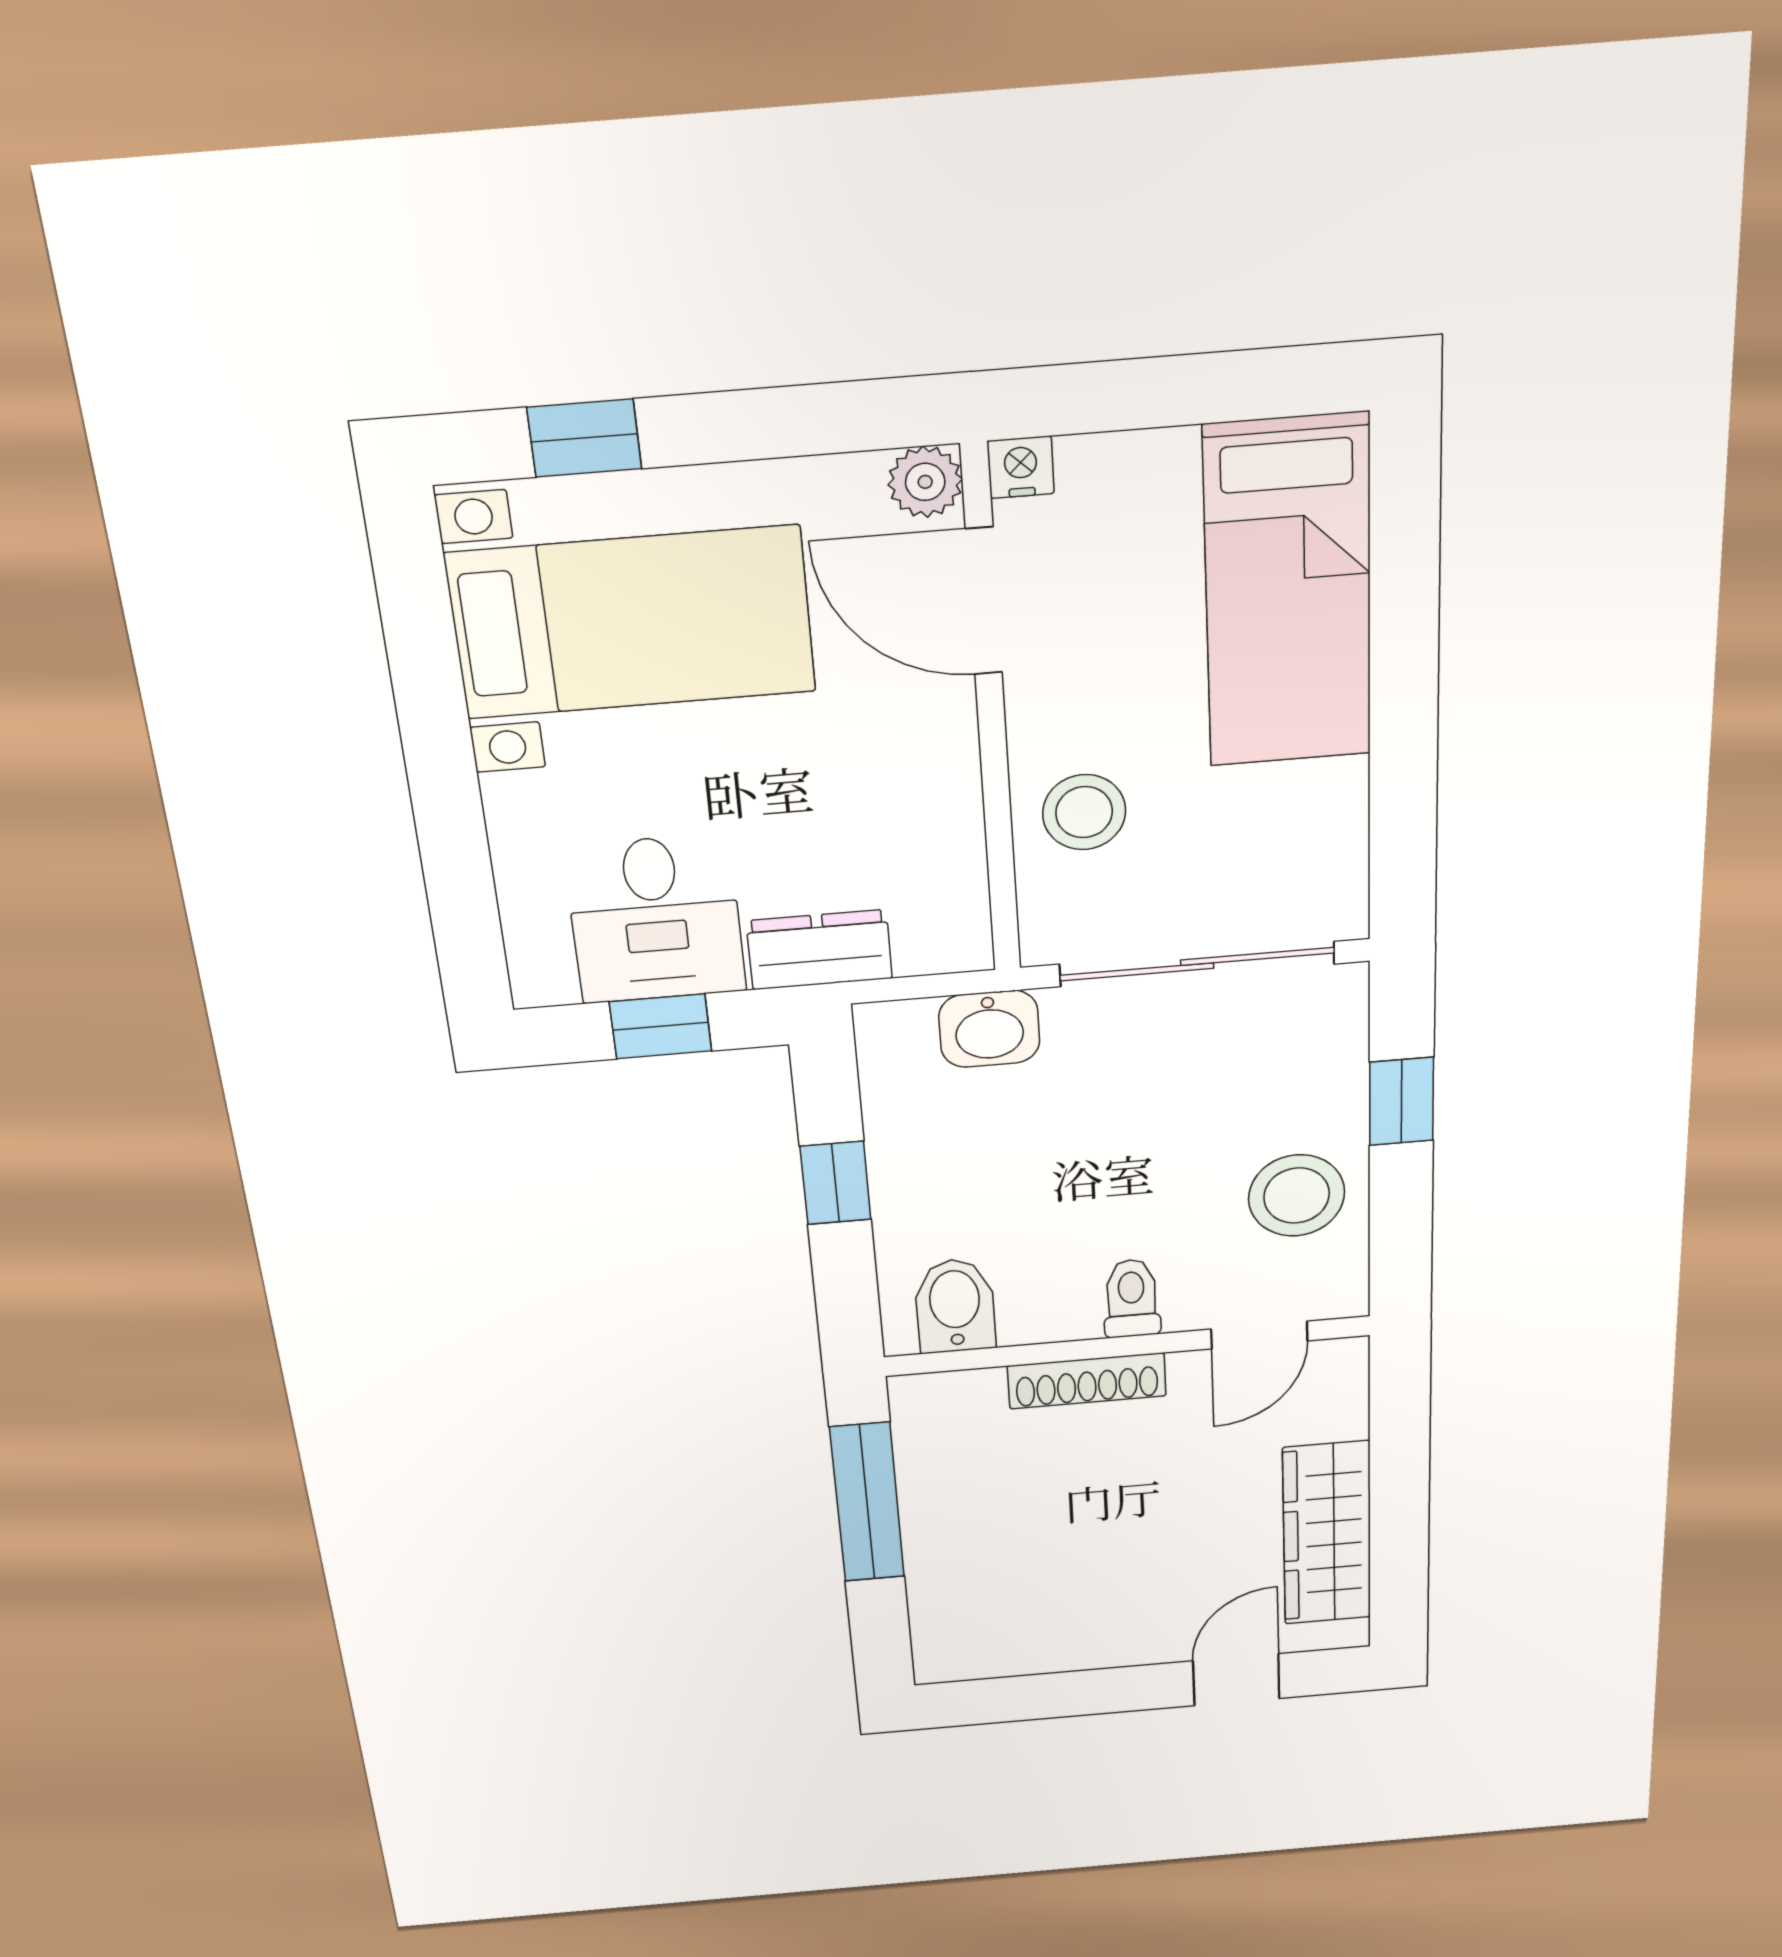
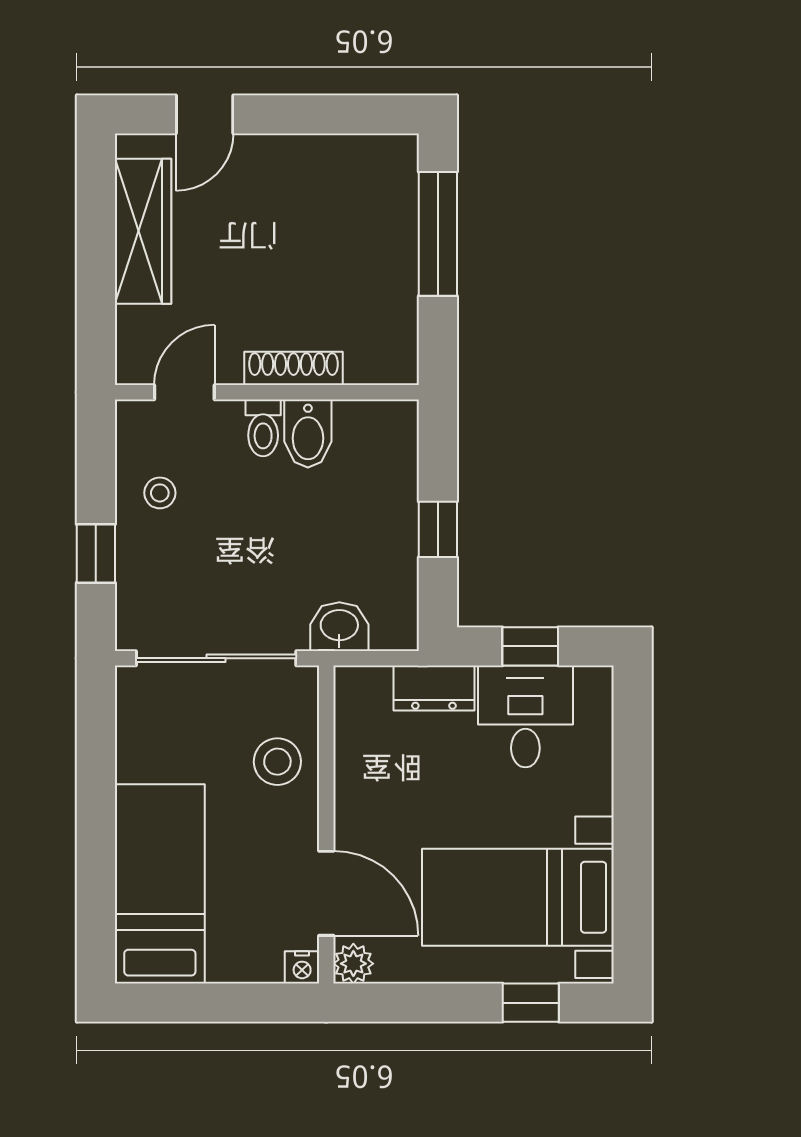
stool: (1297, 1196) -> (160, 493), width x0.53, depth x0.53
bidet: (955, 1306) -> (308, 433), moved
window: (867, 1502) -> (438, 234), moved

